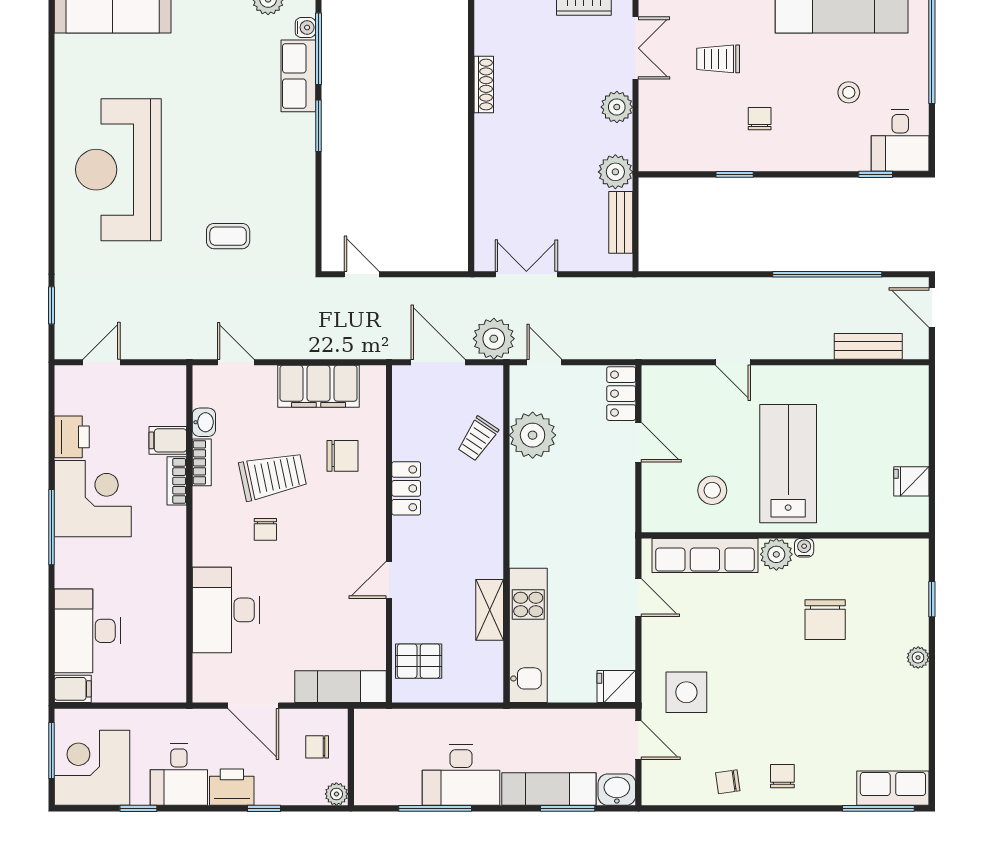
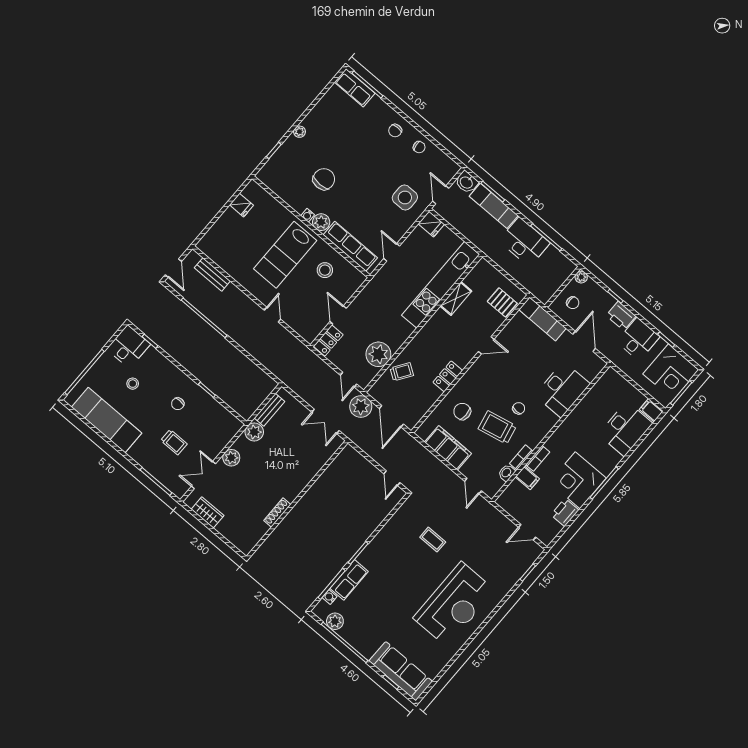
kitchen unit: (528, 635) -> (441, 285), width x1.36

